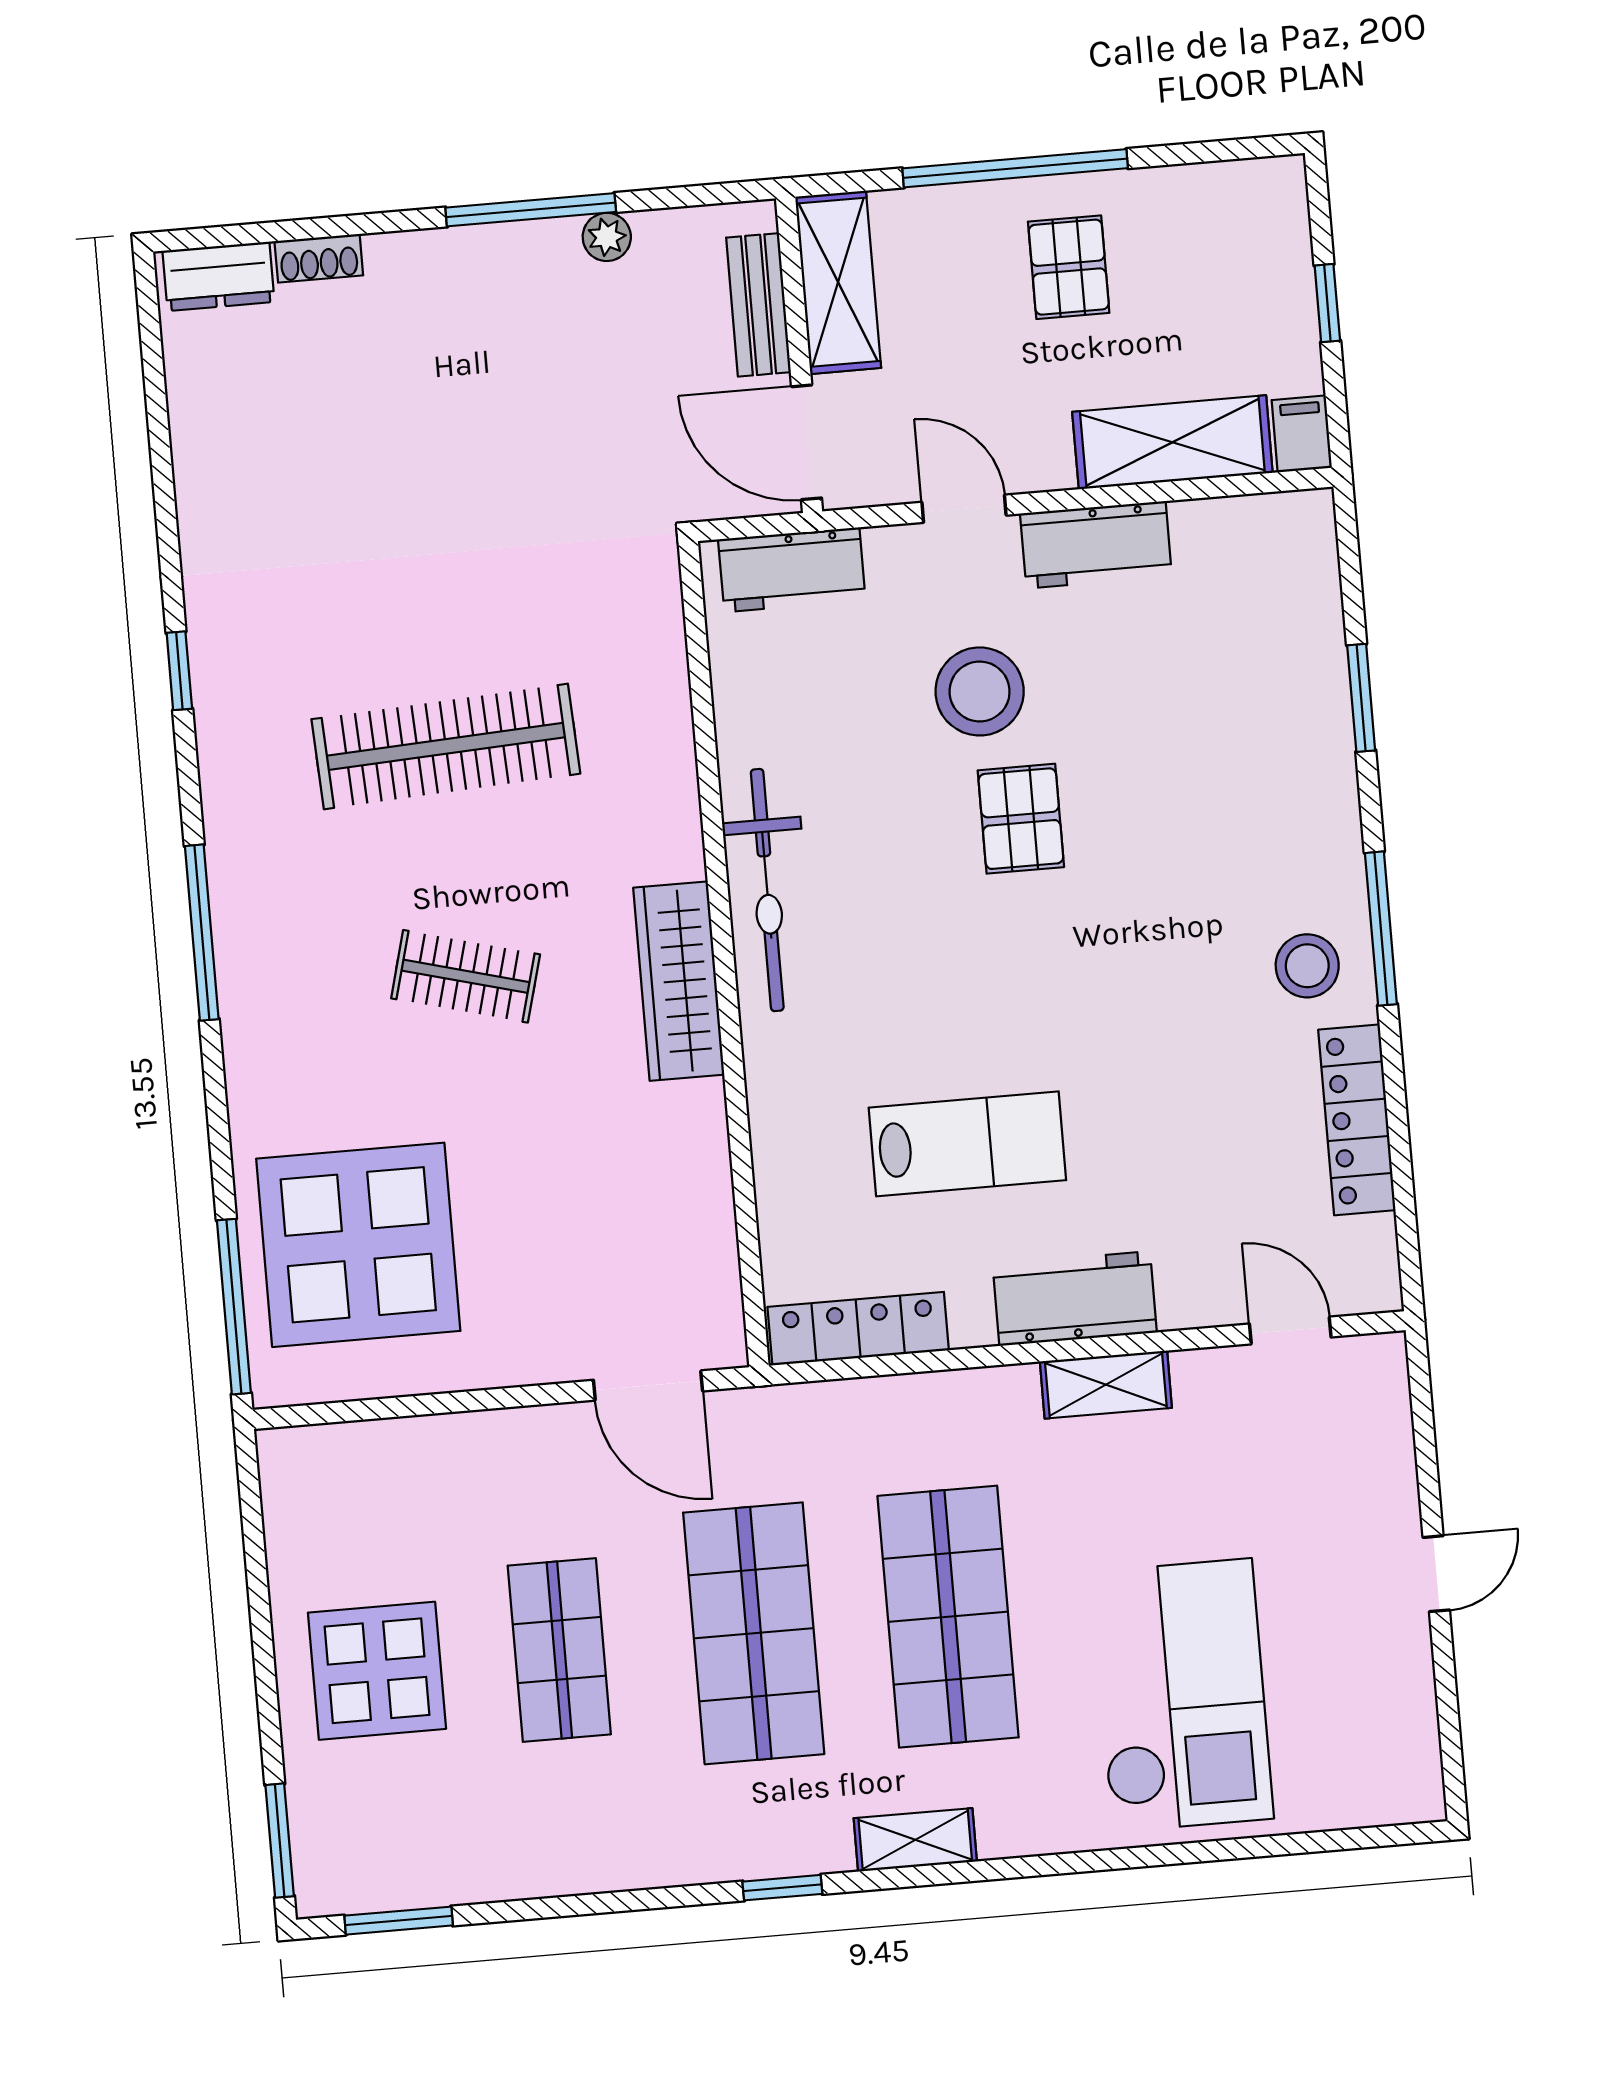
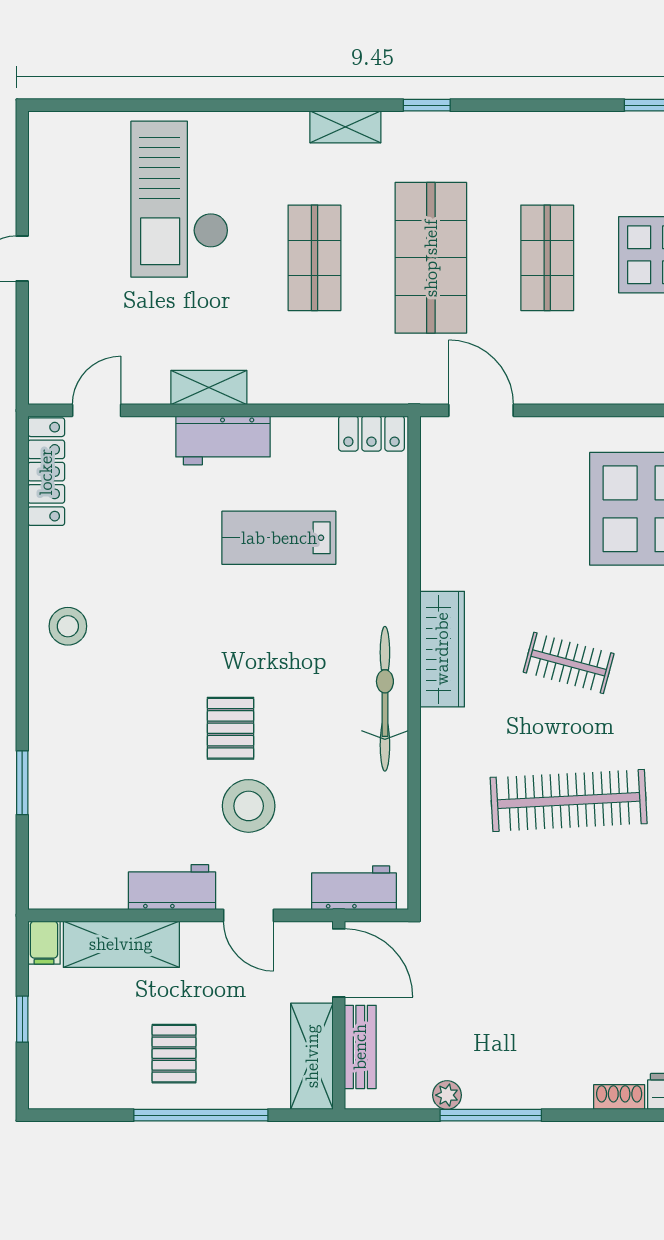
window: (1381, 929) -> (22, 645), removed
locker: (1357, 1120) -> (46, 472), moved
locker: (858, 1329) -> (371, 434), width x0.66
door: (1290, 1330) -> (97, 410), swing flipped
shop shelf: (948, 1617) -> (314, 258), width x0.70, depth x0.74

